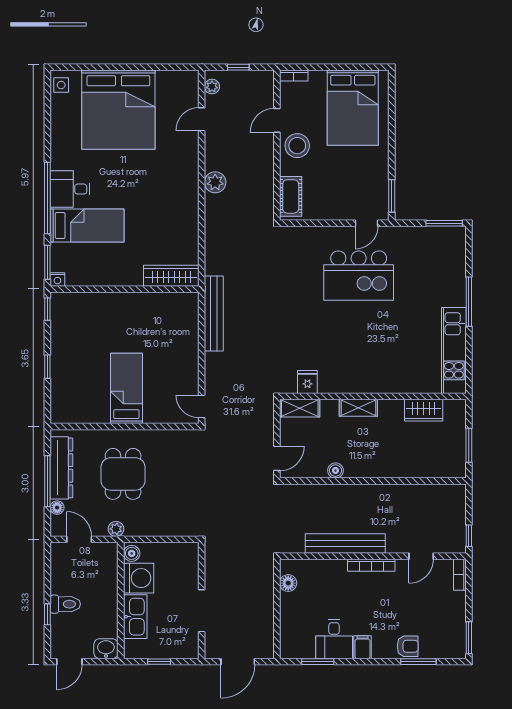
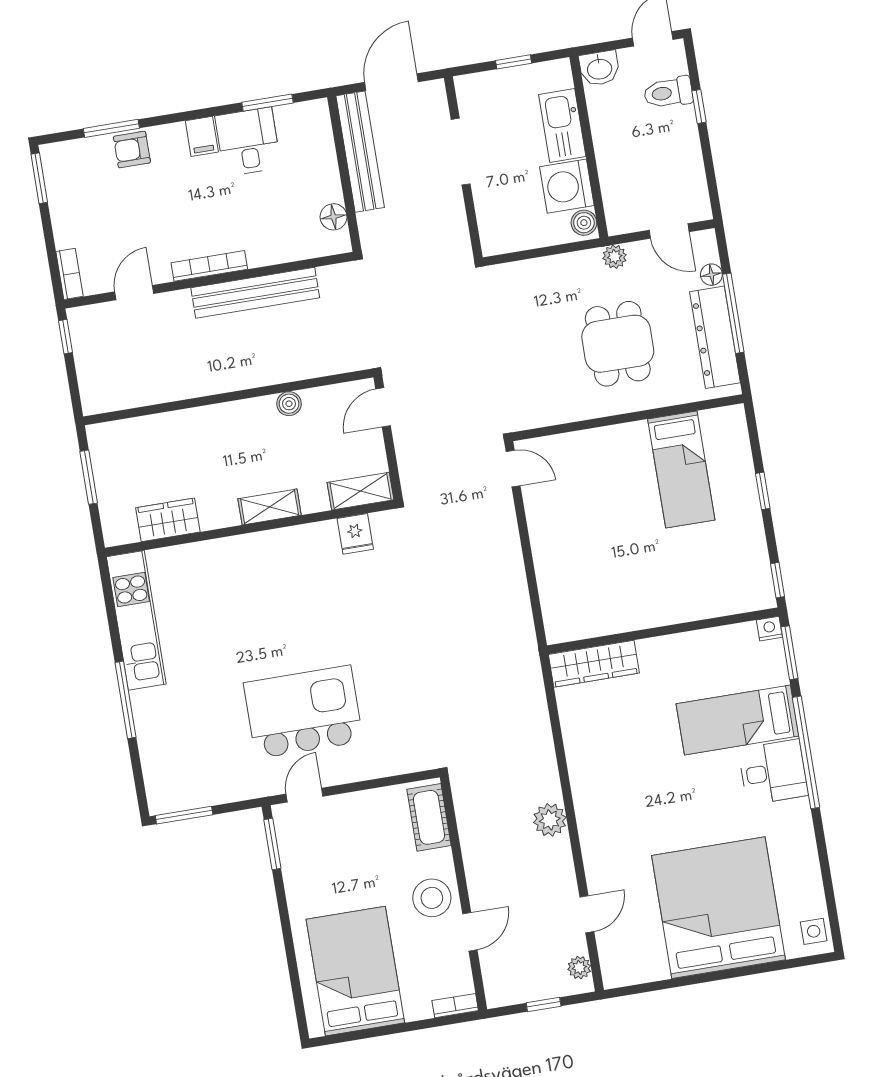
bench: (214, 314) -> (360, 152), moved
bed: (126, 388) -> (681, 470), moved
toilet: (65, 604) -> (668, 93), moved

